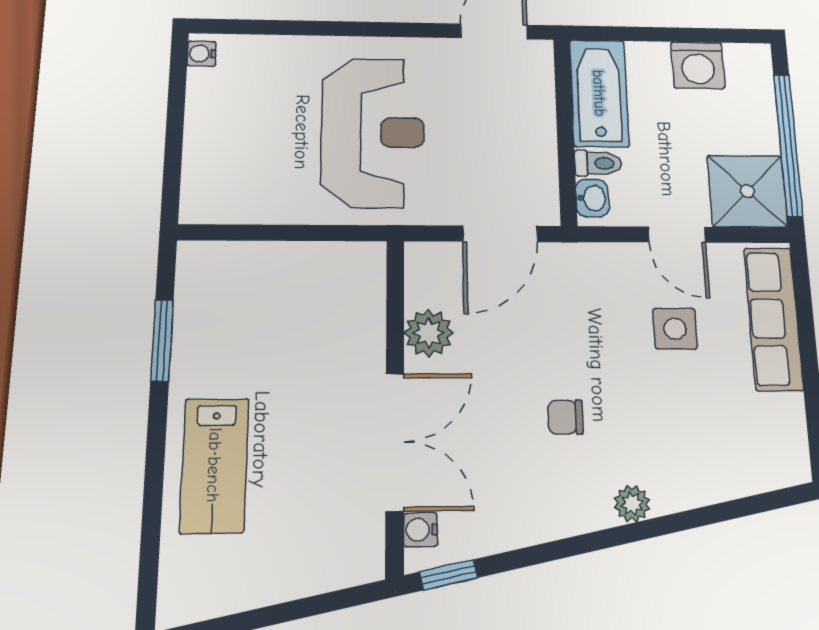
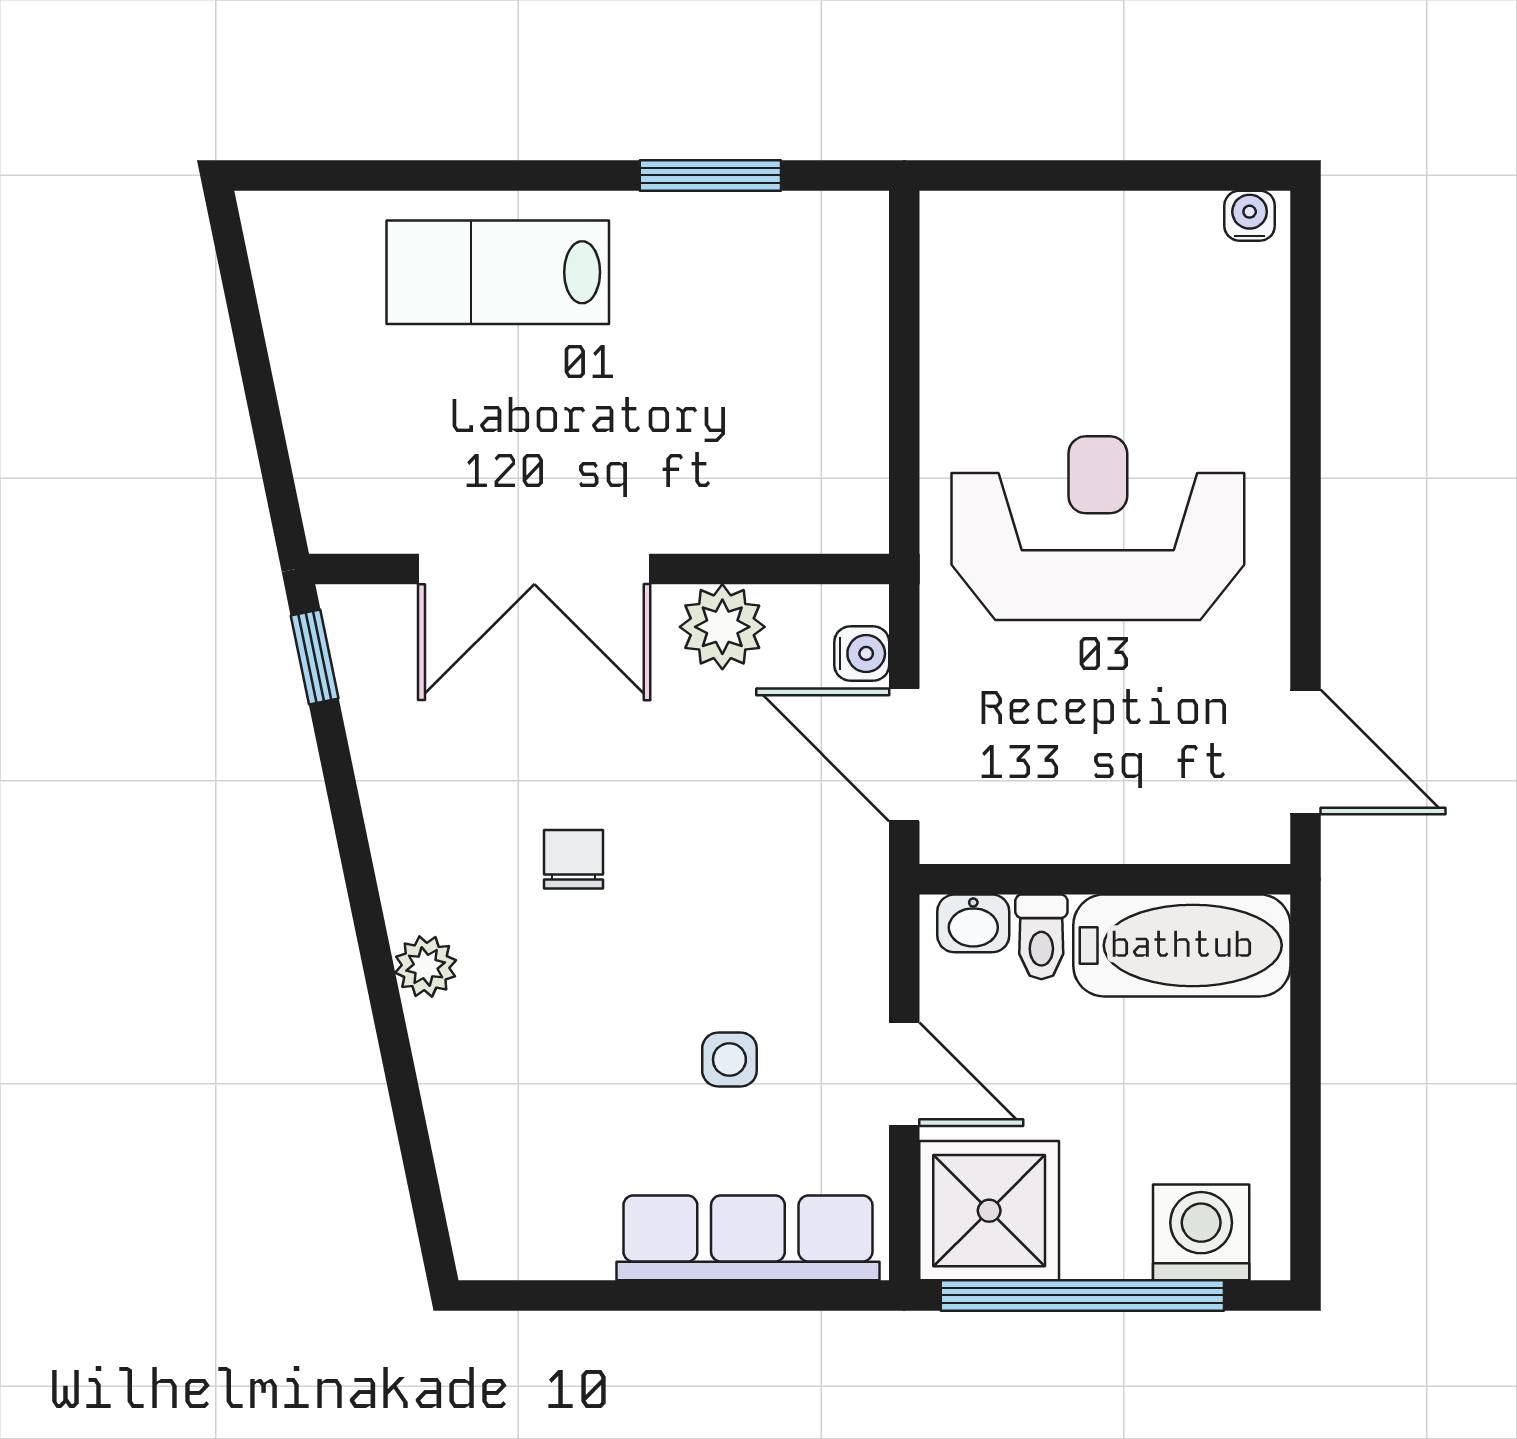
washing machine: (698, 65) -> (1201, 1232), moved, turned 90
reception desk: (373, 132) -> (1098, 528), turned 180
door: (677, 235) -> (904, 1074), swing flipped
side table: (675, 329) -> (729, 1060), width x0.73, depth x0.73
water cooler: (420, 530) -> (862, 653), moved, turned 90

